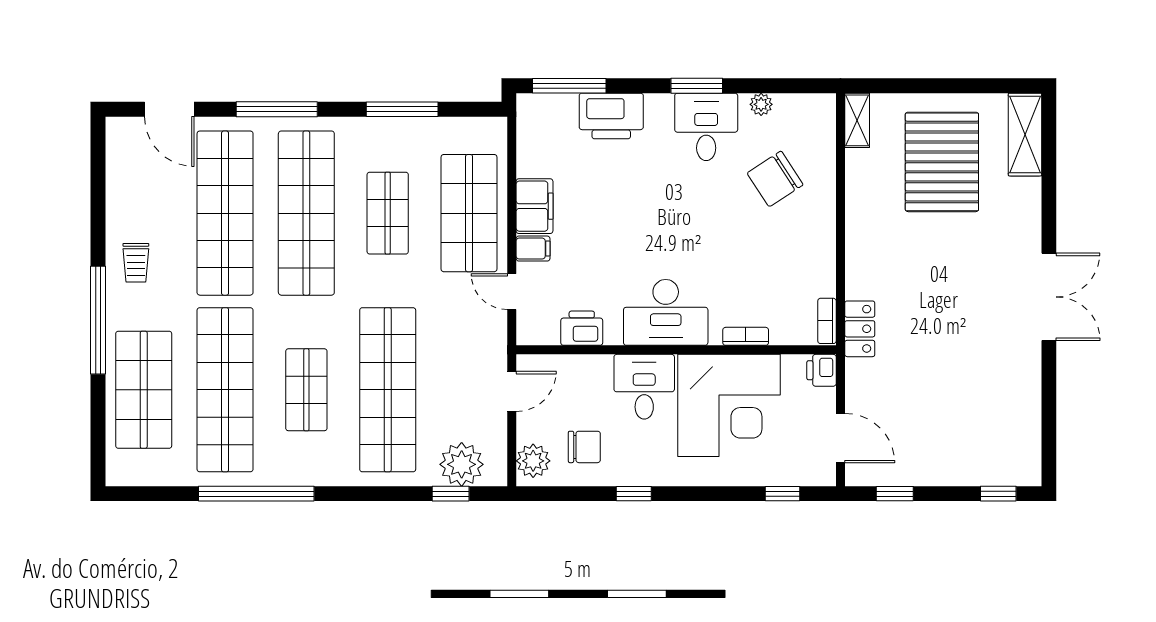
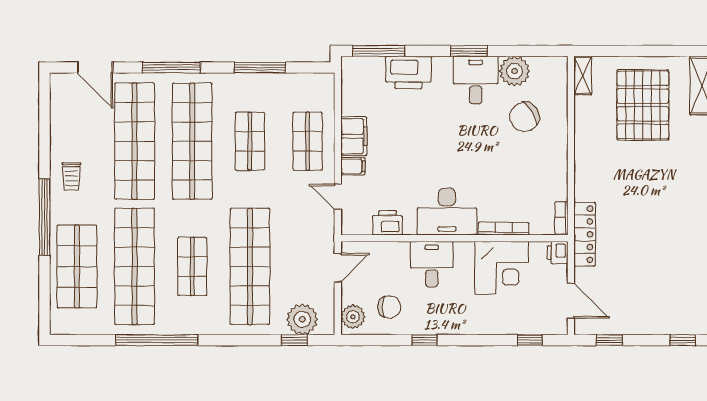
plant: (761, 104) -> (515, 71), width x1.88, depth x1.88
shop shelf: (469, 213) -> (308, 141), width x0.70, depth x0.74
locker: (860, 329) -> (585, 234), width x1.53
bookcase: (746, 336) -> (504, 229), width x1.56
corner desk: (729, 405) -> (502, 268), width x0.74, depth x0.74

